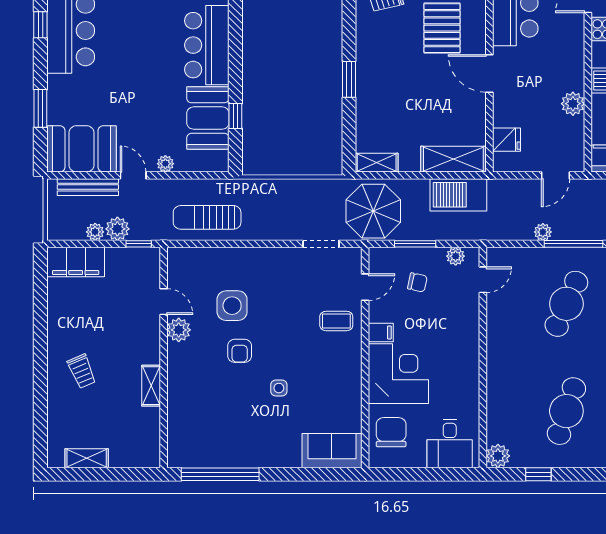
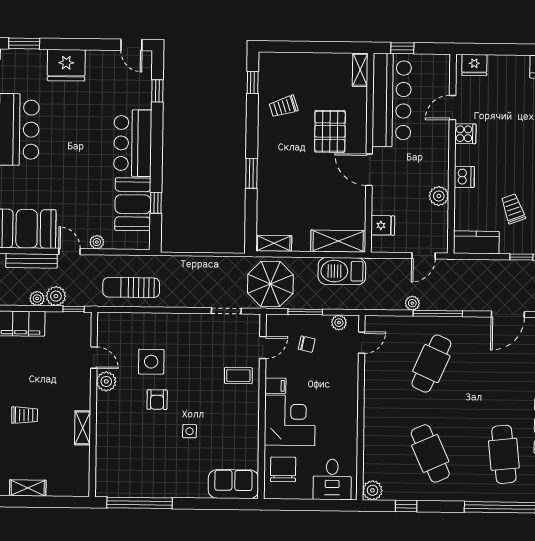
trolley: (82, 371) -> (25, 415), turned -67
cafe table: (566, 411) -> (430, 453), turned -42

